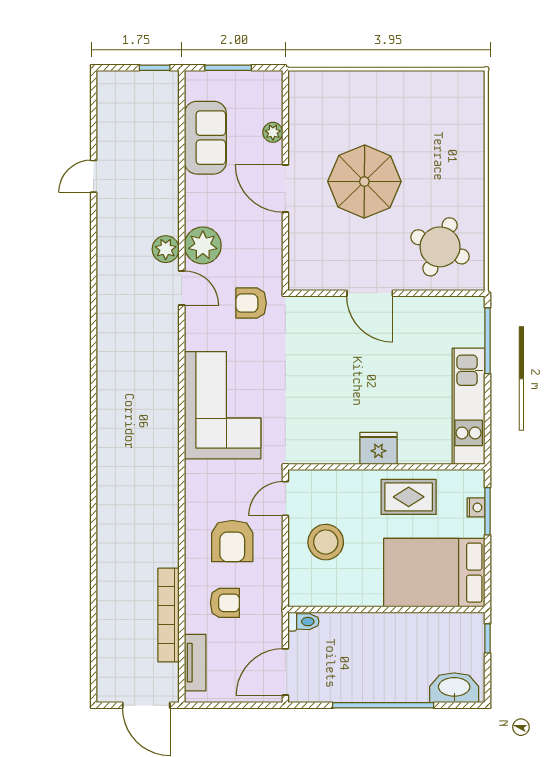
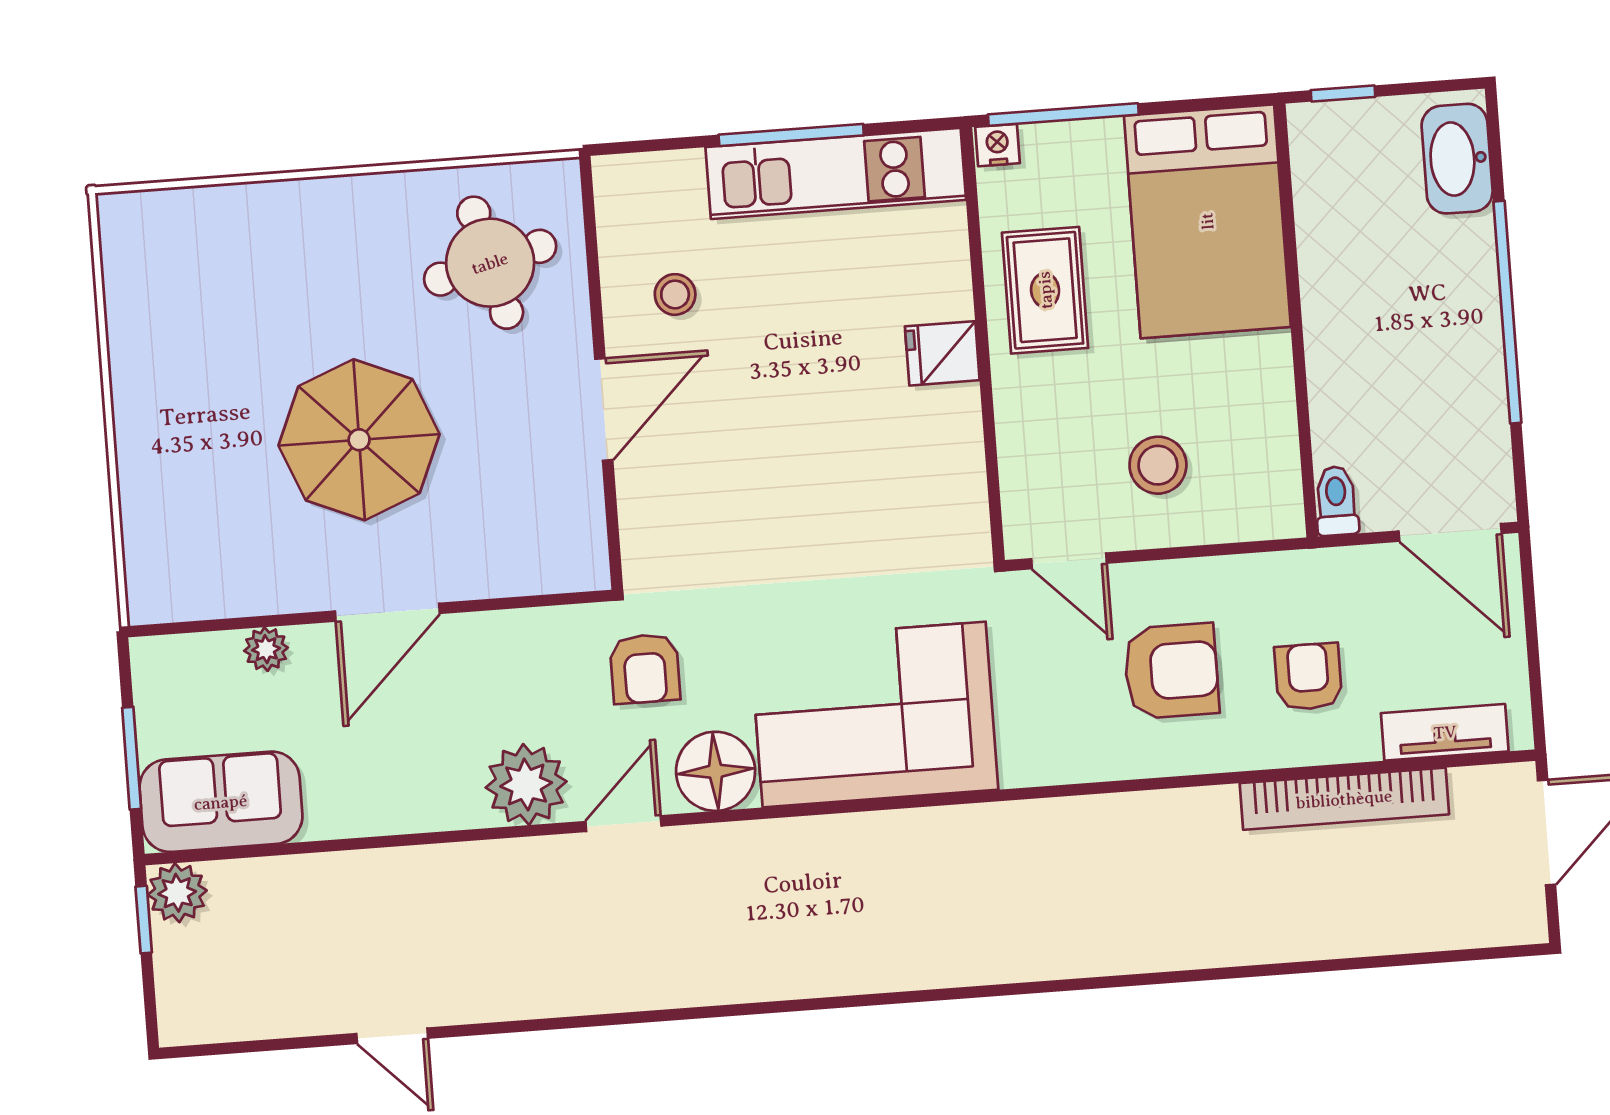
sofa: (205, 138) -> (221, 802), moved
round table: (440, 247) -> (490, 263), turned -38
plant: (166, 249) -> (177, 893), moved
stool: (419, 329) -> (675, 294), added
floor lamp: (202, 332) -> (716, 771), added
window: (488, 341) -> (791, 135), moved
fridge: (378, 448) -> (942, 353), width x0.72
nightstand: (476, 507) -> (997, 145), moved
window: (488, 511) -> (1063, 115), width x1.44
stool: (326, 542) -> (1158, 465), width x0.73, depth x0.73

